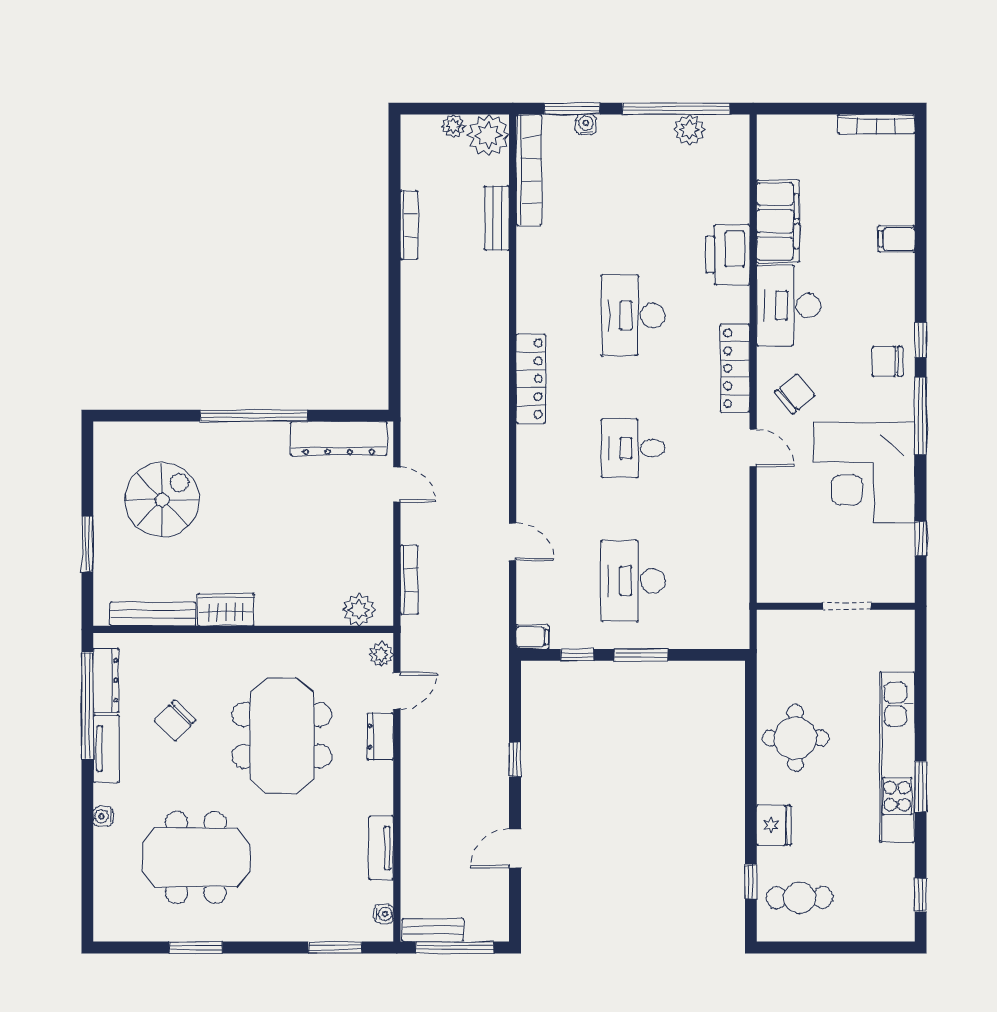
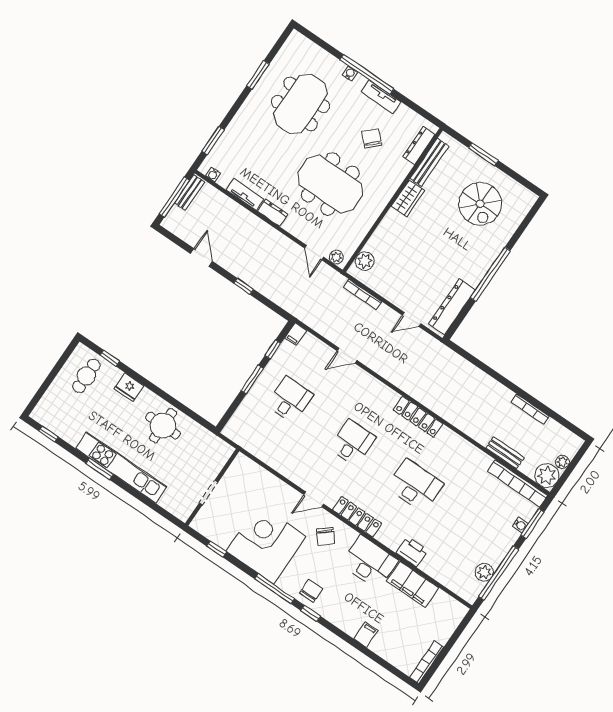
printer: (728, 255) -> (412, 552), width x0.73, depth x0.84
desk: (633, 581) -> (290, 400), width x0.73
dresser: (106, 680) -> (419, 146), moved, turned 90
window: (87, 706) -> (367, 74), moved
dresser: (380, 736) -> (273, 213), moved

